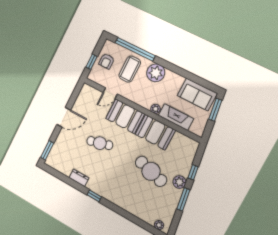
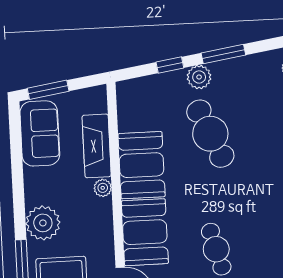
cafe table: (151, 171) -> (210, 134), turned -39

